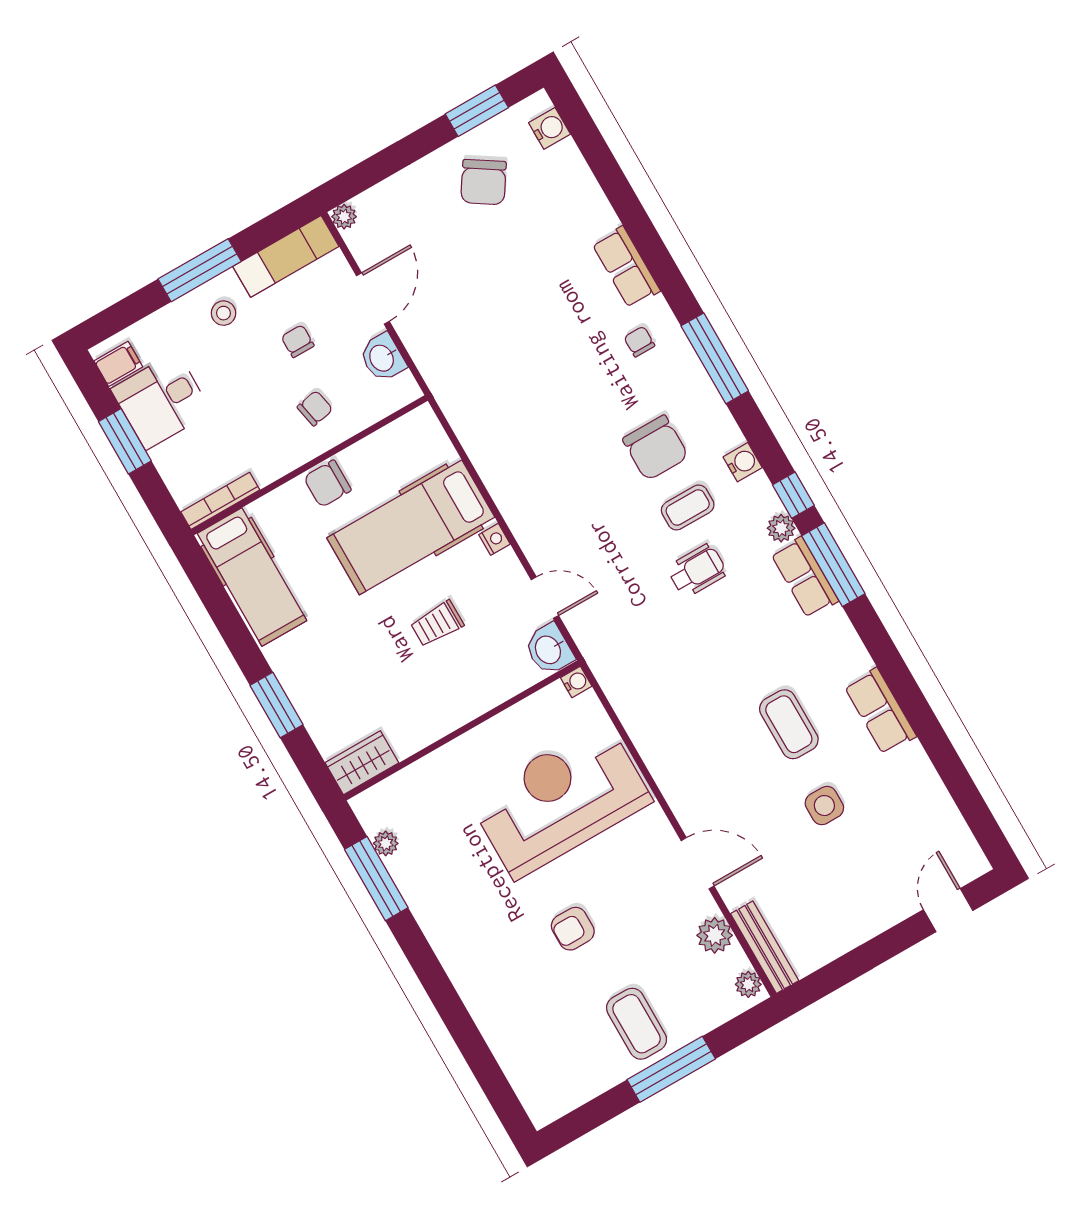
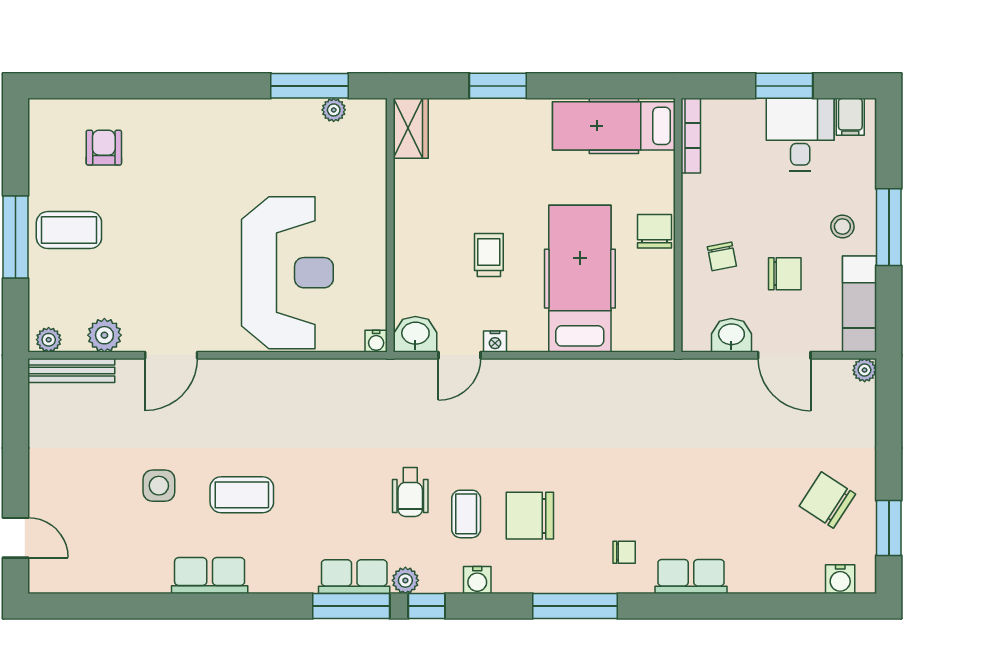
chair: (298, 341) -> (785, 274), width x1.37, depth x1.37
nightstand: (494, 539) -> (495, 341), moved
armchair: (573, 929) -> (104, 148), moved

